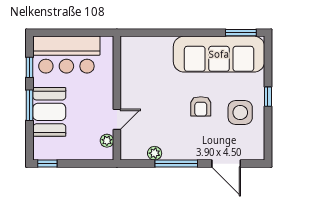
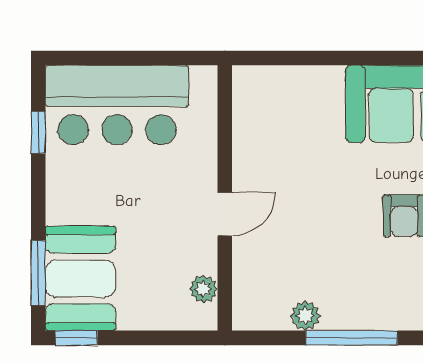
window: (30, 105) -> (38, 273), moved
booth: (49, 112) -> (80, 278), moved
door: (117, 119) -> (225, 214), moved

